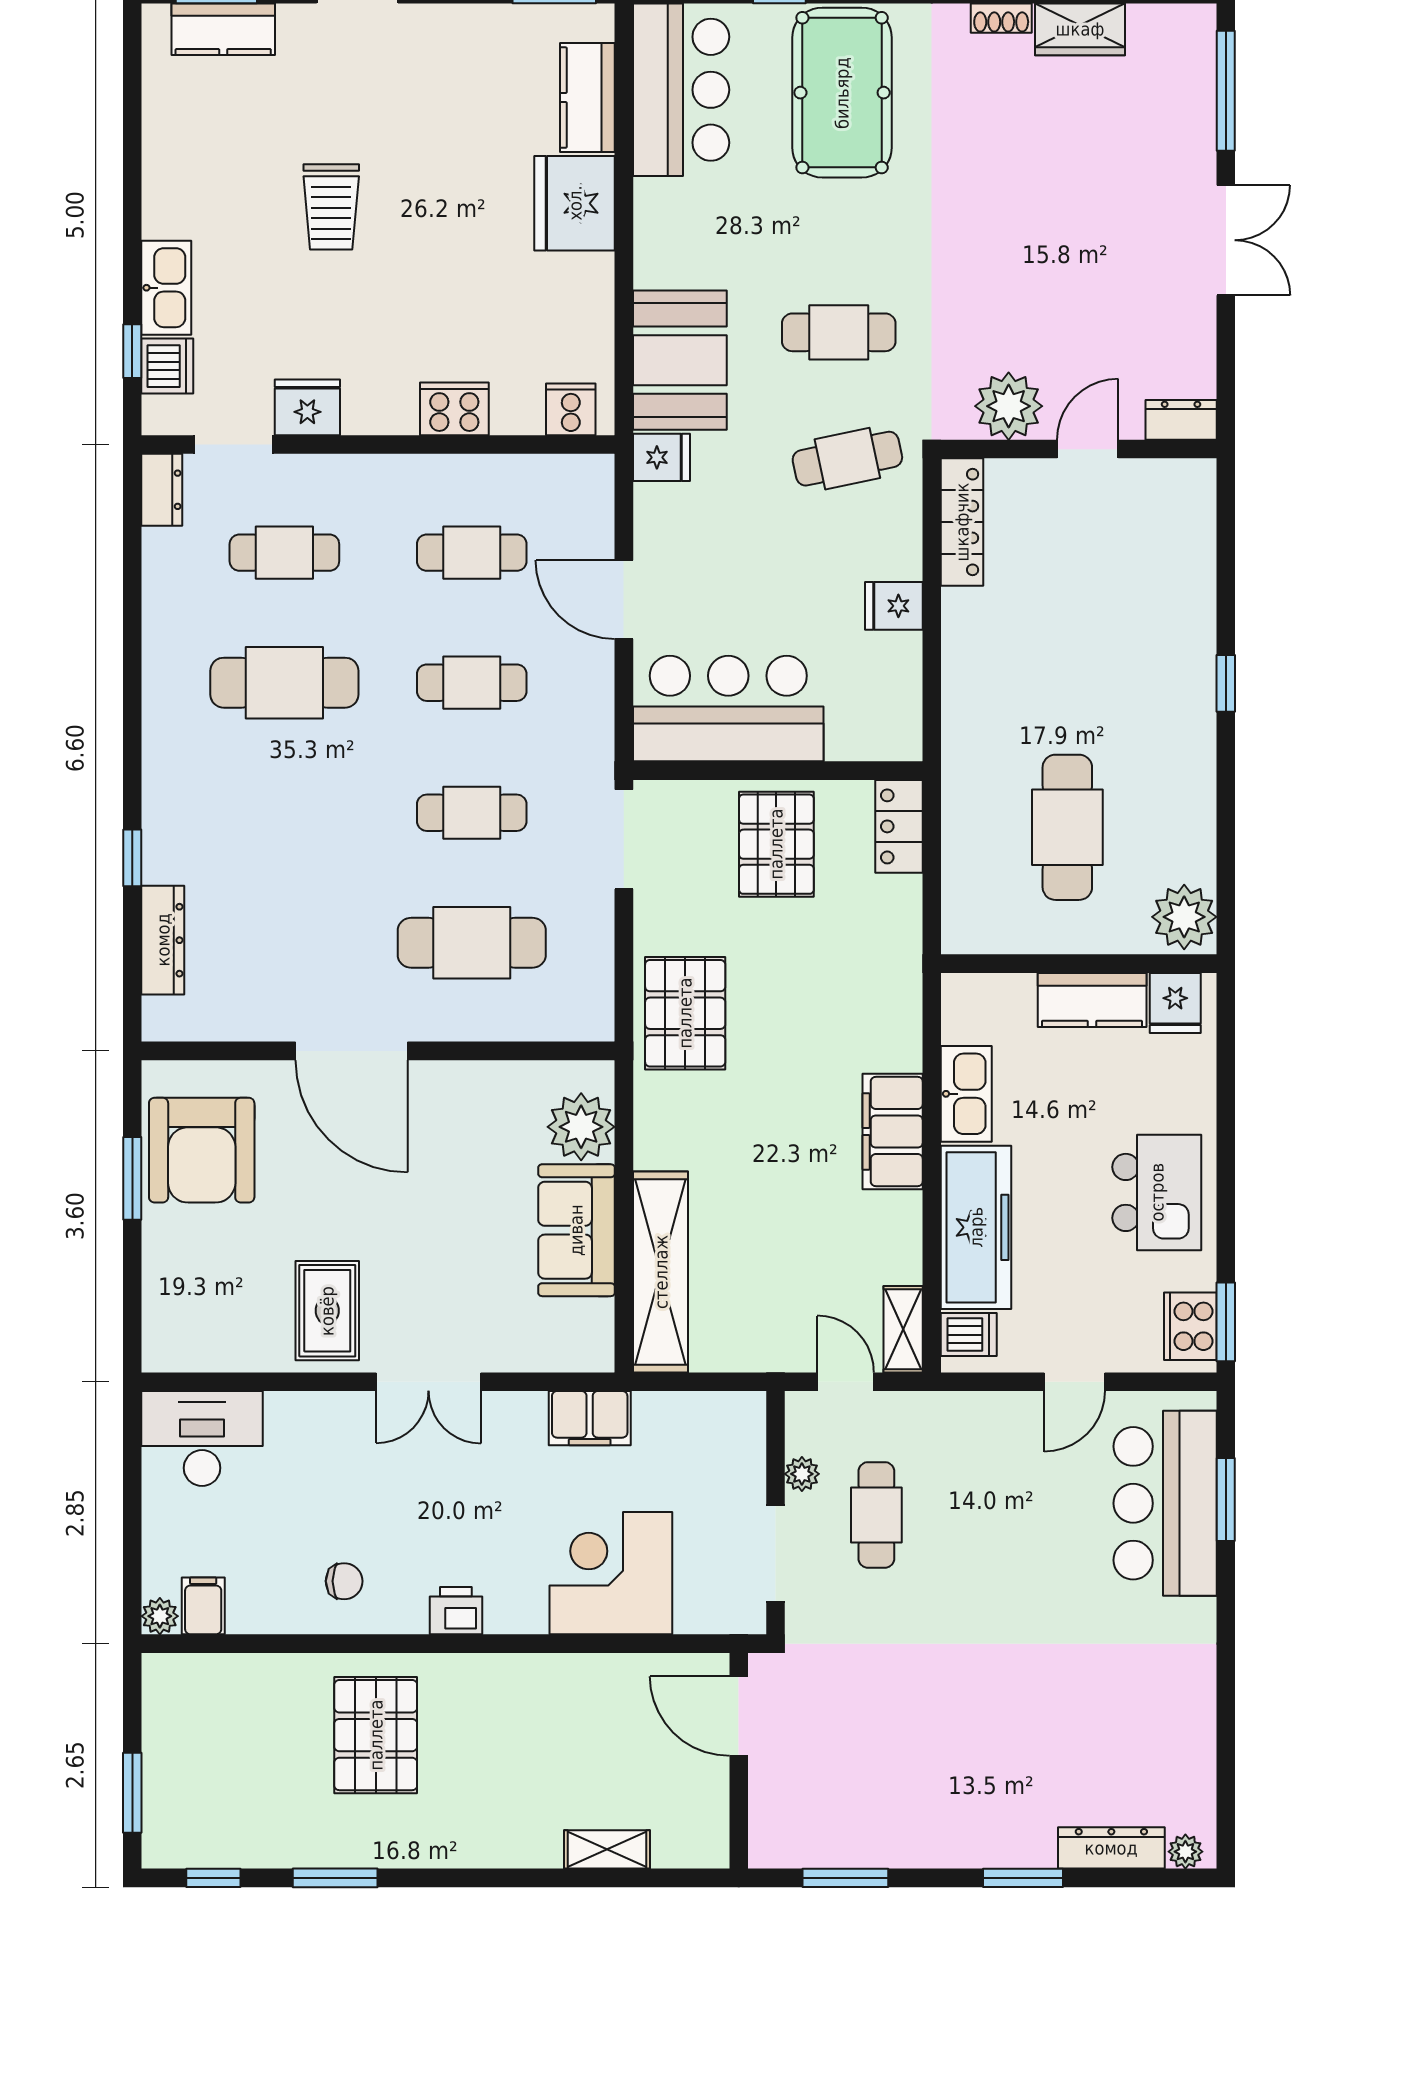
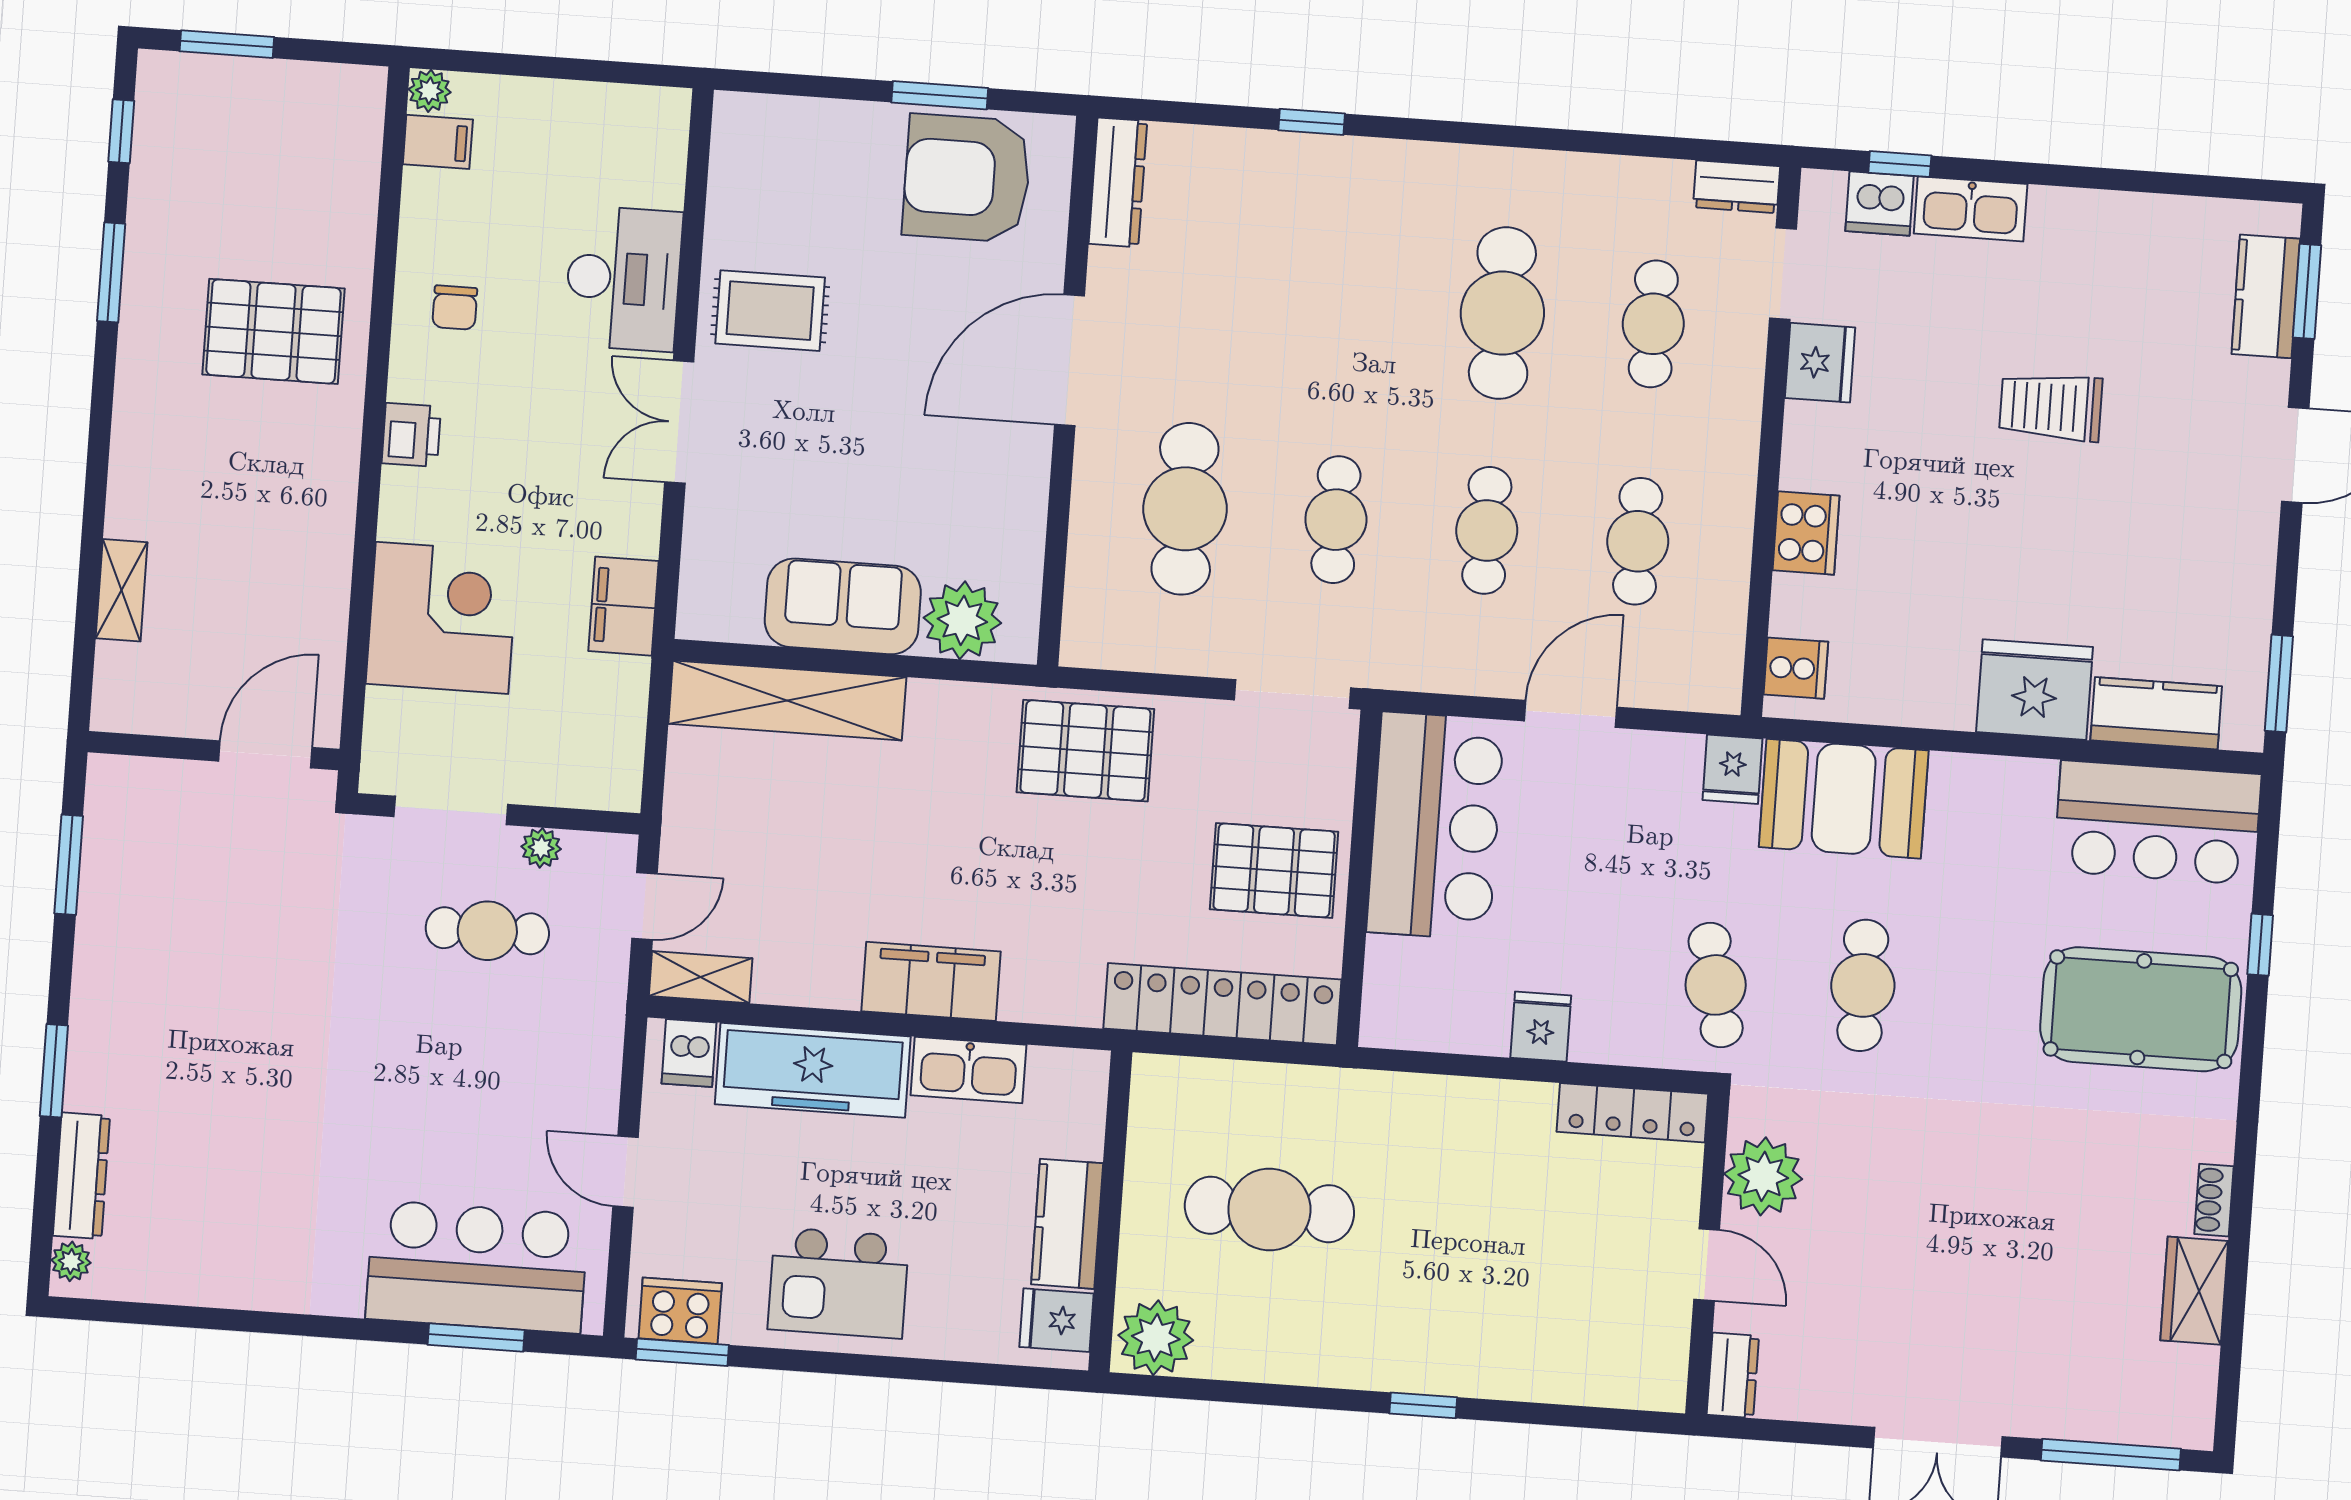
locker: (899, 826) -> (1222, 1004), width x2.16, depth x1.21
dresser: (163, 940) -> (1118, 182), moved, turned -90
desk: (202, 1438) -> (623, 278), moved

